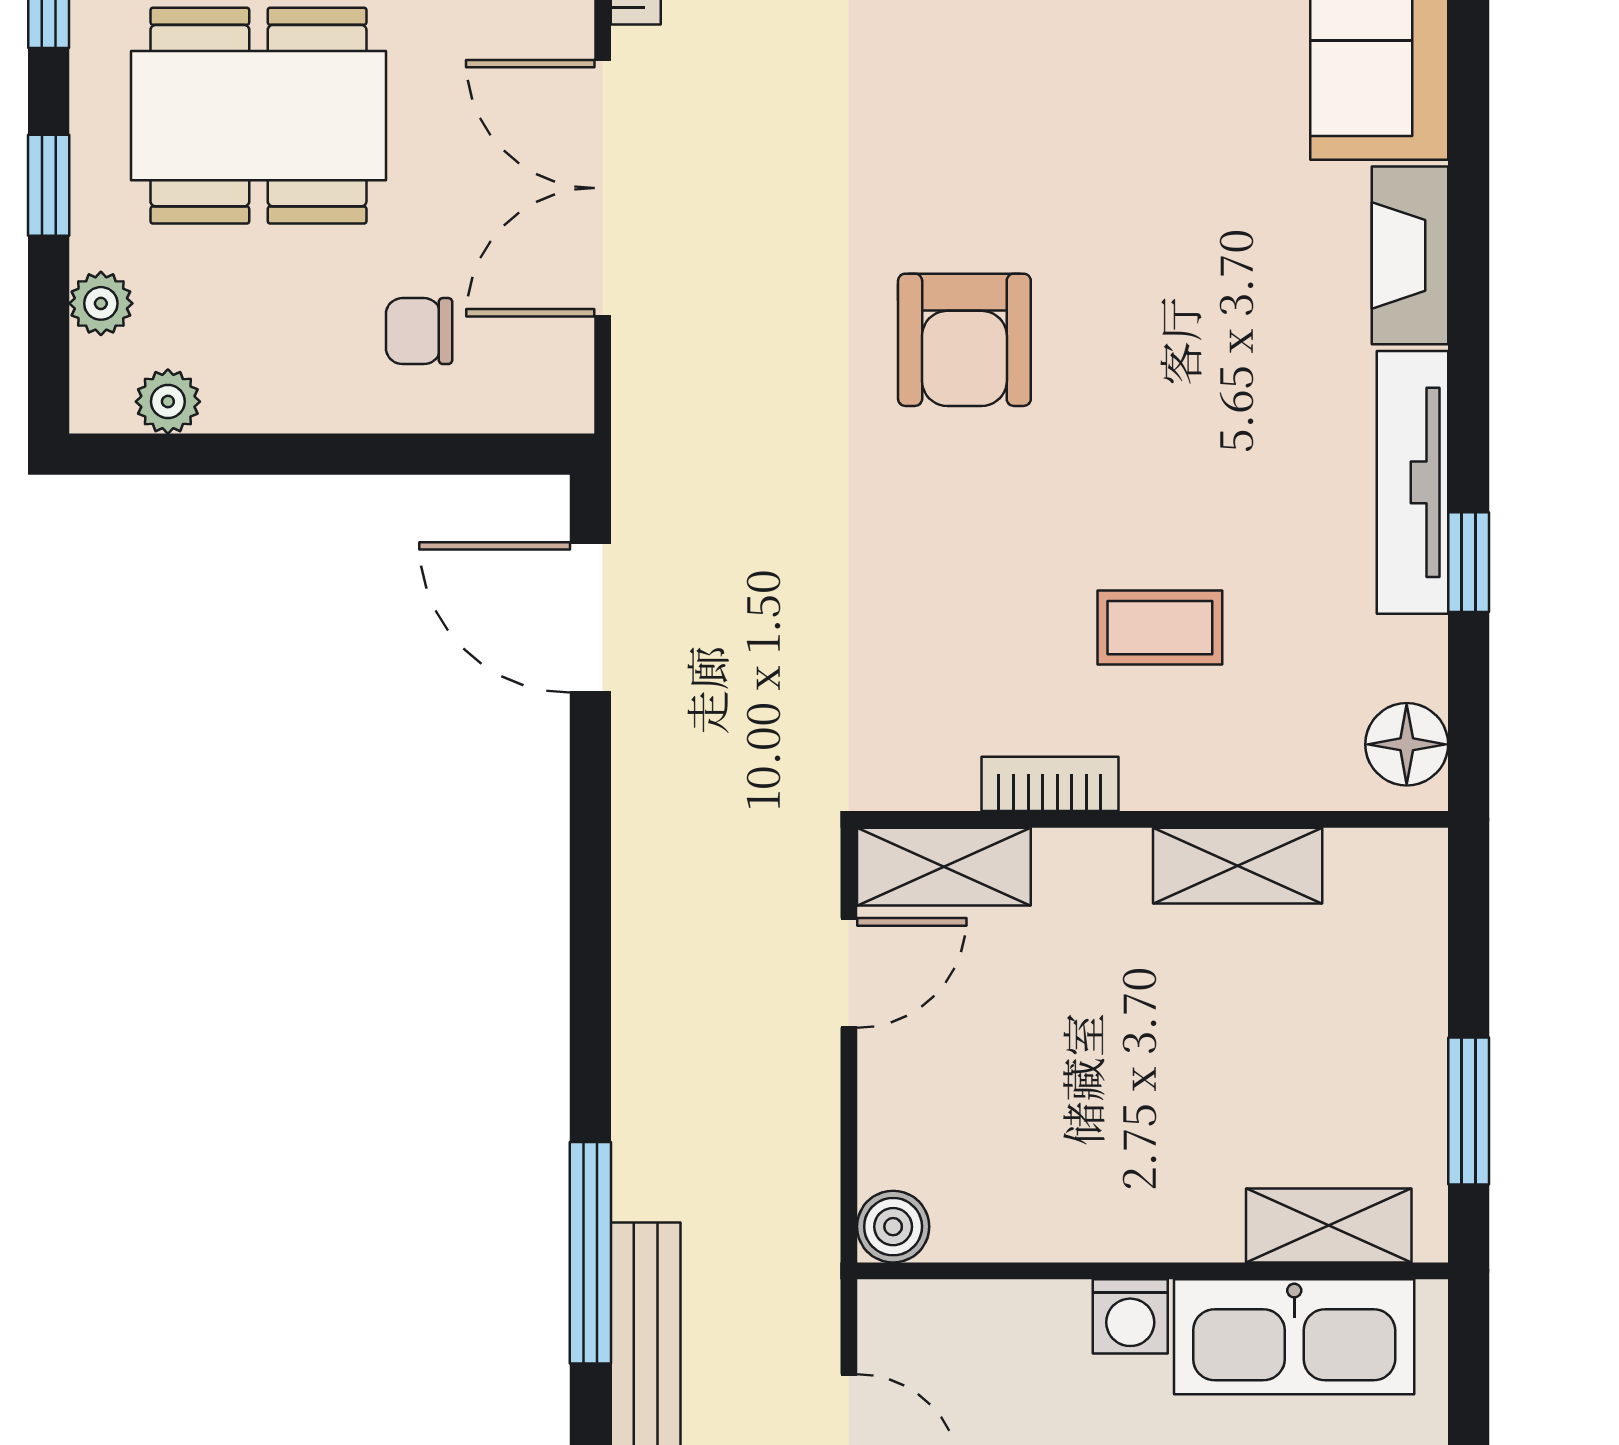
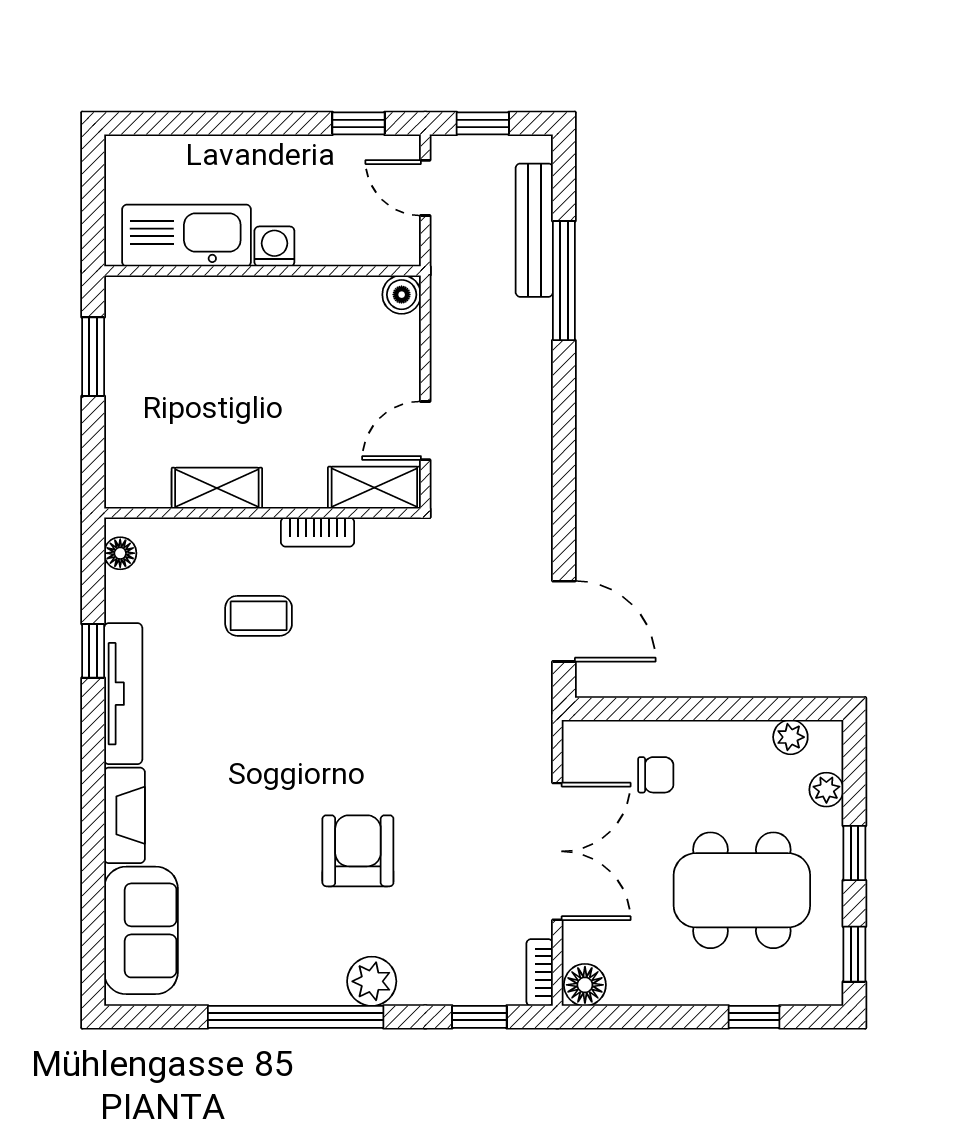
armchair: (964, 340) -> (358, 851), moved
floor lamp: (1407, 744) -> (120, 553), width x0.73, depth x0.73
shelving: (1329, 1225) -> (168, 295), removed

